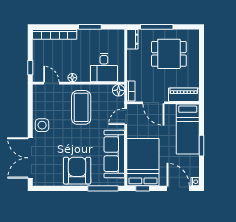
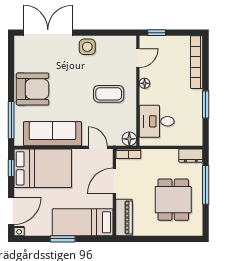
coffee table: (81, 107) -> (109, 94), width x0.73, depth x0.76

